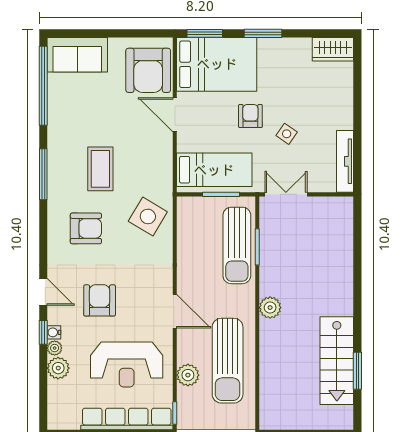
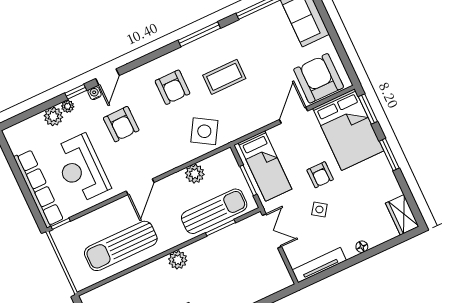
armchair: (148, 70) -> (319, 78), turned 90
floor lamp: (347, 107) -> (362, 247), added
armchair: (250, 116) -> (320, 175), turned 90
sun lounger: (237, 245) -> (214, 211), turned 180
armchair: (100, 300) -> (121, 124), turned 89
water cooler: (54, 332) -> (95, 93), moved
plant: (188, 375) -> (195, 174), moved

